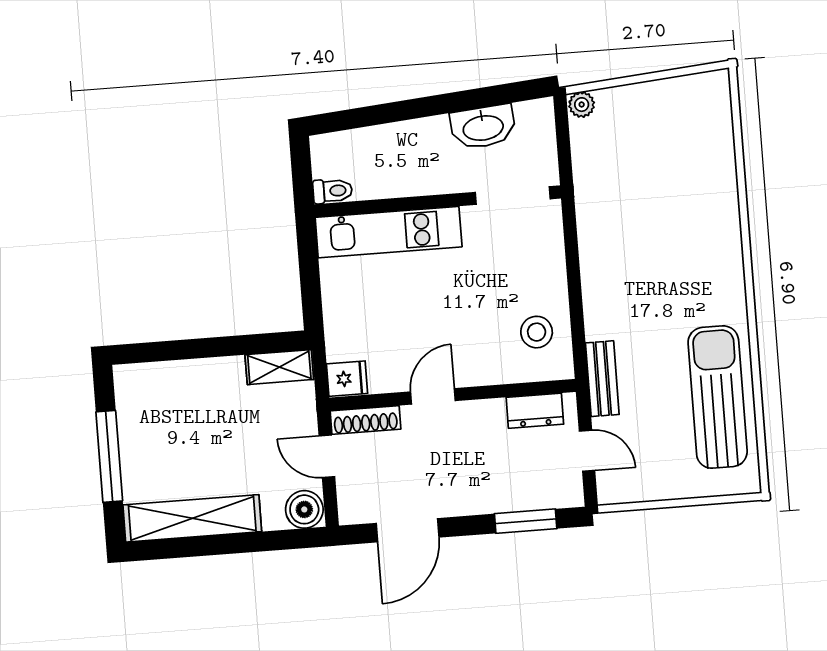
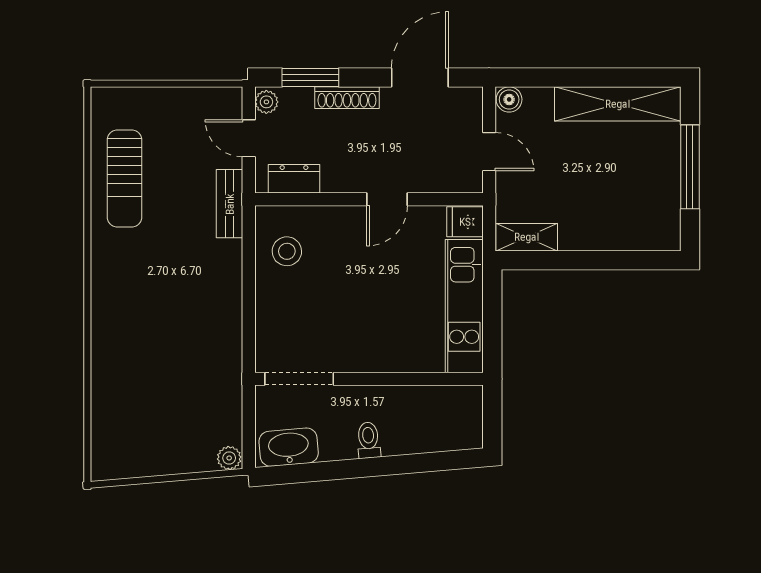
washbasin: (483, 127) -> (289, 447), moved
toilet: (333, 191) -> (369, 440), moved, turned 85
kitchen unit: (389, 232) -> (464, 306), moved, turned -90
sun lounger: (718, 397) -> (124, 178), width x0.73, depth x0.75
shoe rack: (365, 420) -> (347, 98), moved, turned 180
plant: (571, 491) -> (266, 102), added
boiler: (304, 509) -> (509, 99), width x0.73, depth x0.73

